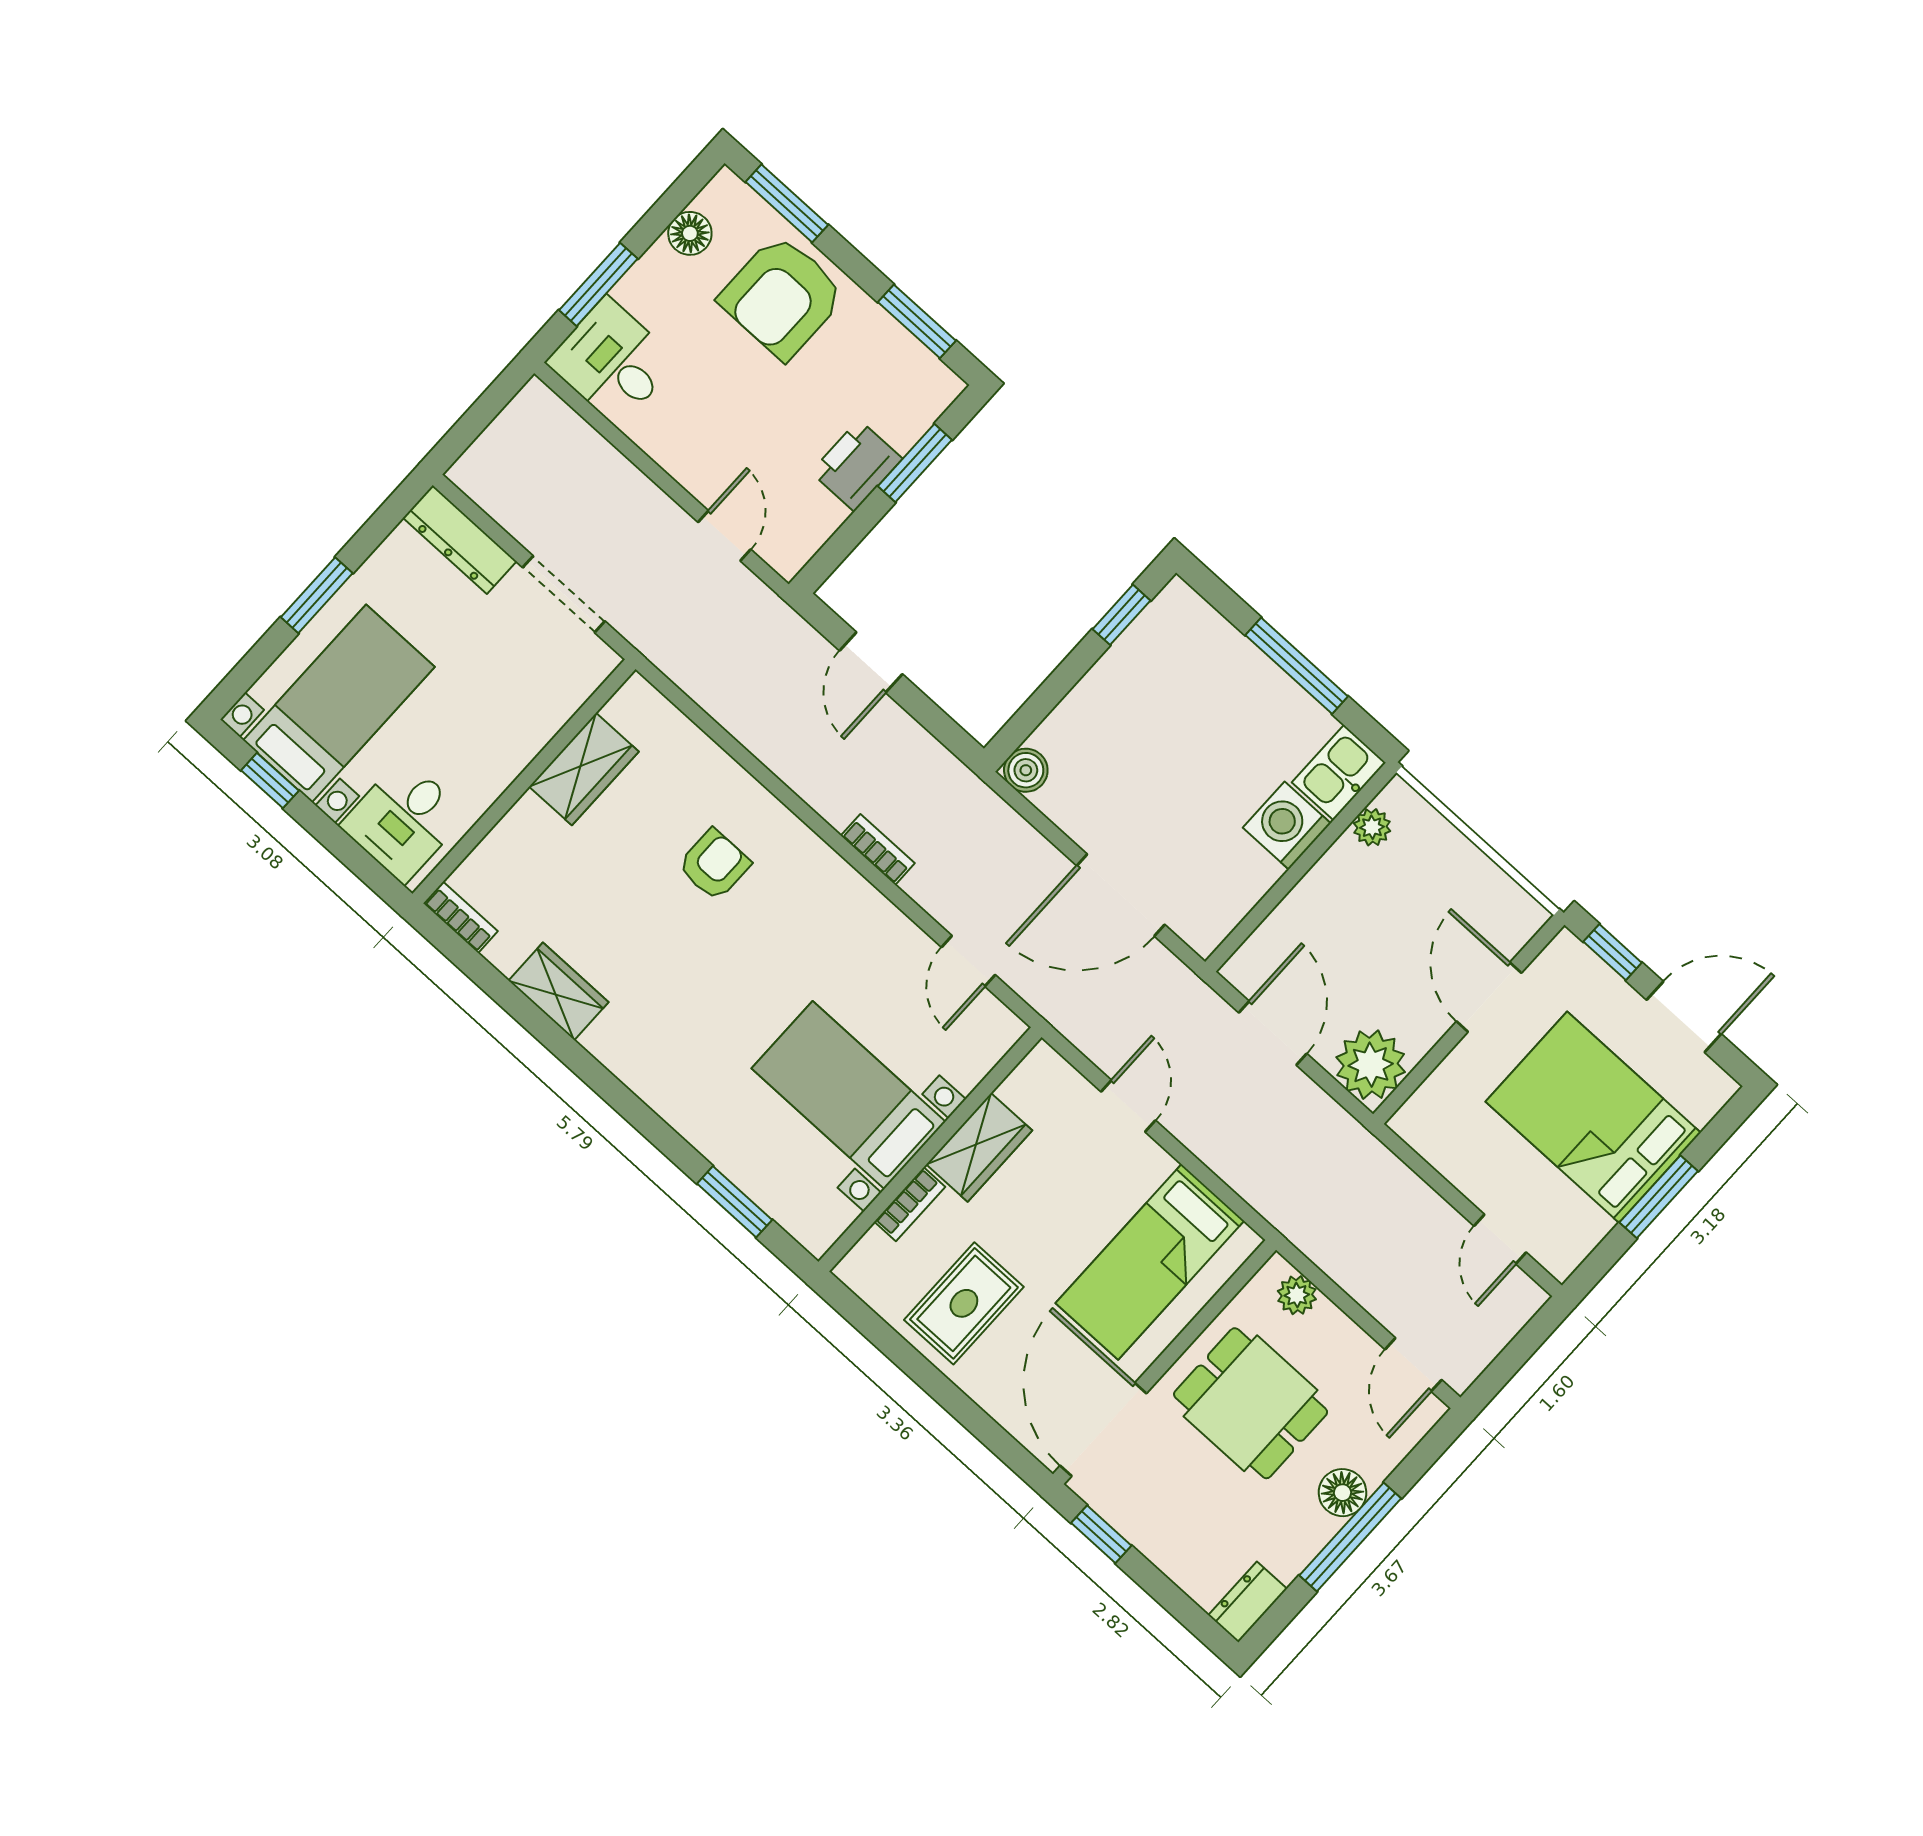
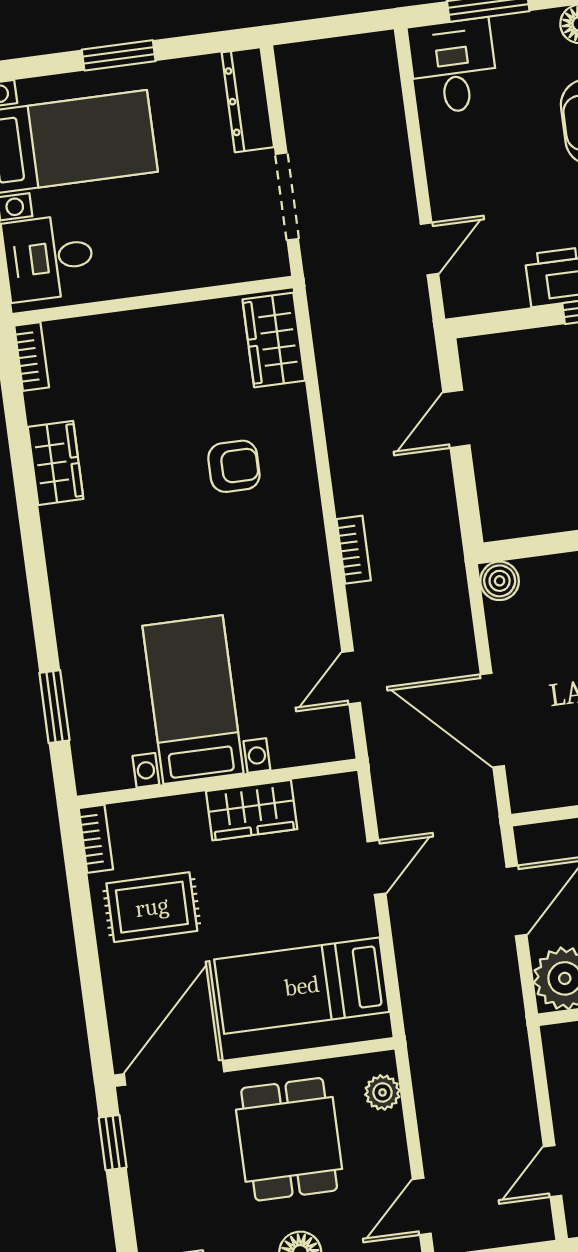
wardrobe: (584, 769) -> (274, 340), moved, turned 90
bookcase: (910, 1204) -> (96, 839), moved, turned -90

